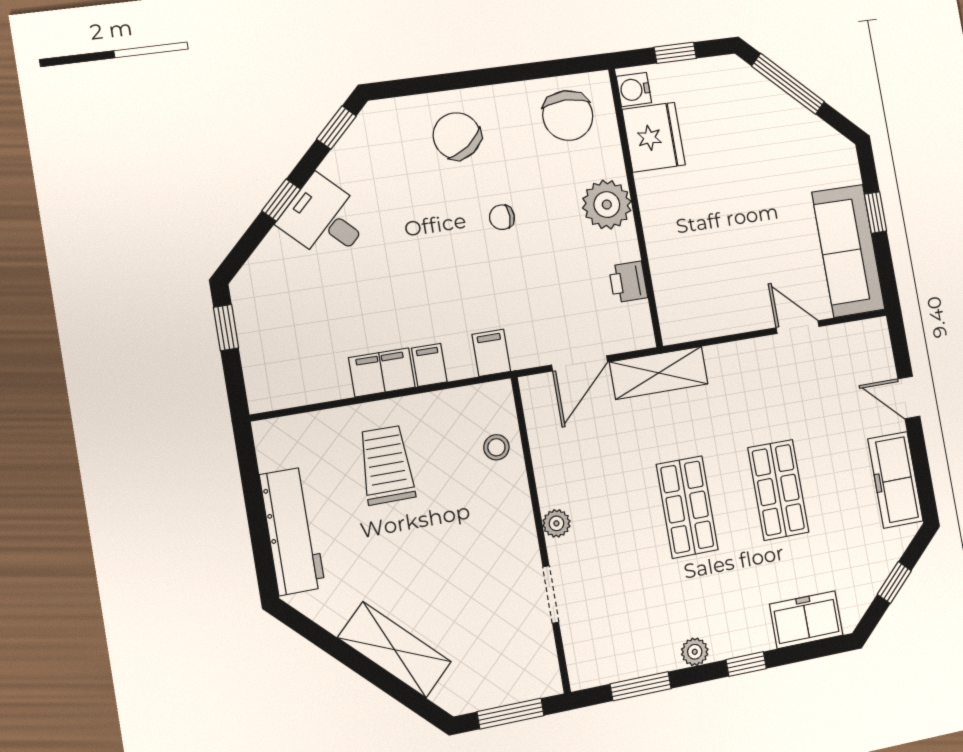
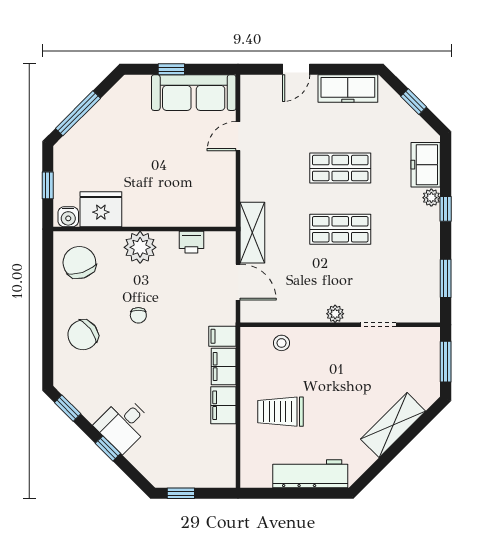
chair: (568, 116) -> (79, 263), turned -108
filing cabinet: (429, 365) -> (224, 366), width x2.00
plant: (695, 652) -> (431, 198), moved

